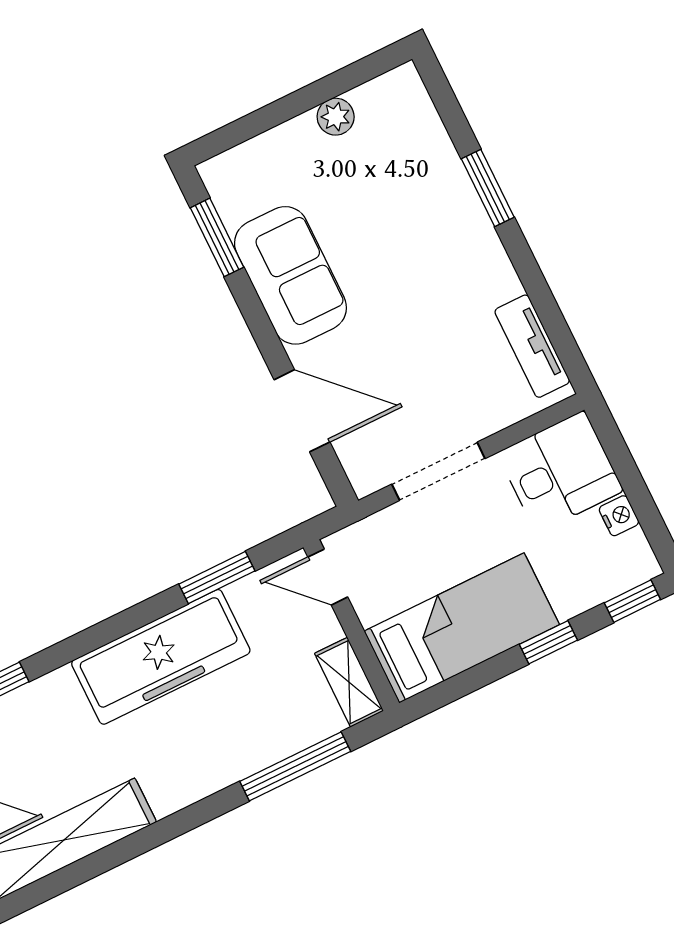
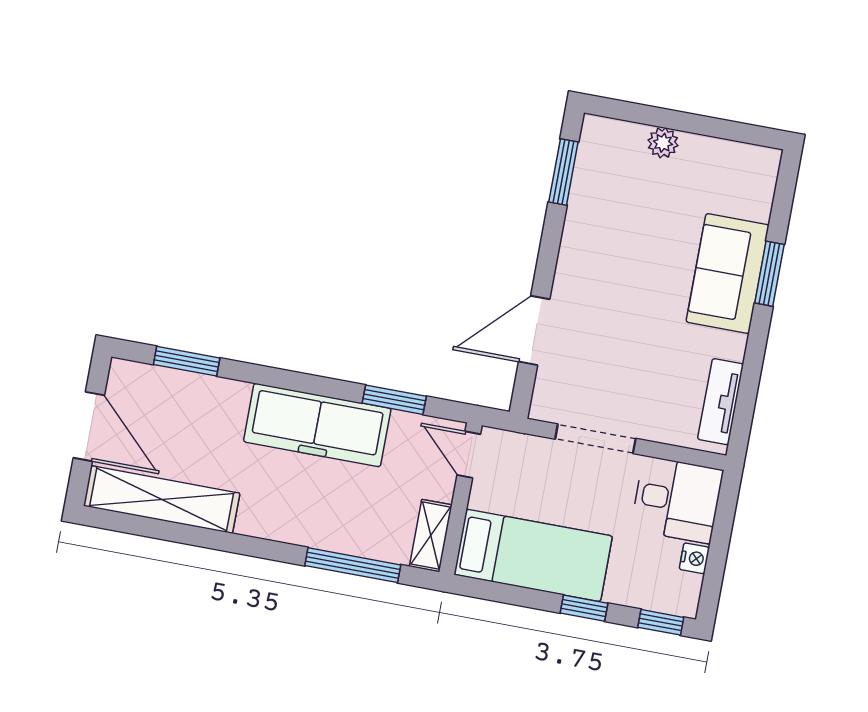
plant: (336, 117) -> (663, 143), moved
sofa: (290, 275) -> (728, 273), moved, turned 180
door: (302, 411) -> (534, 330), swing flipped

